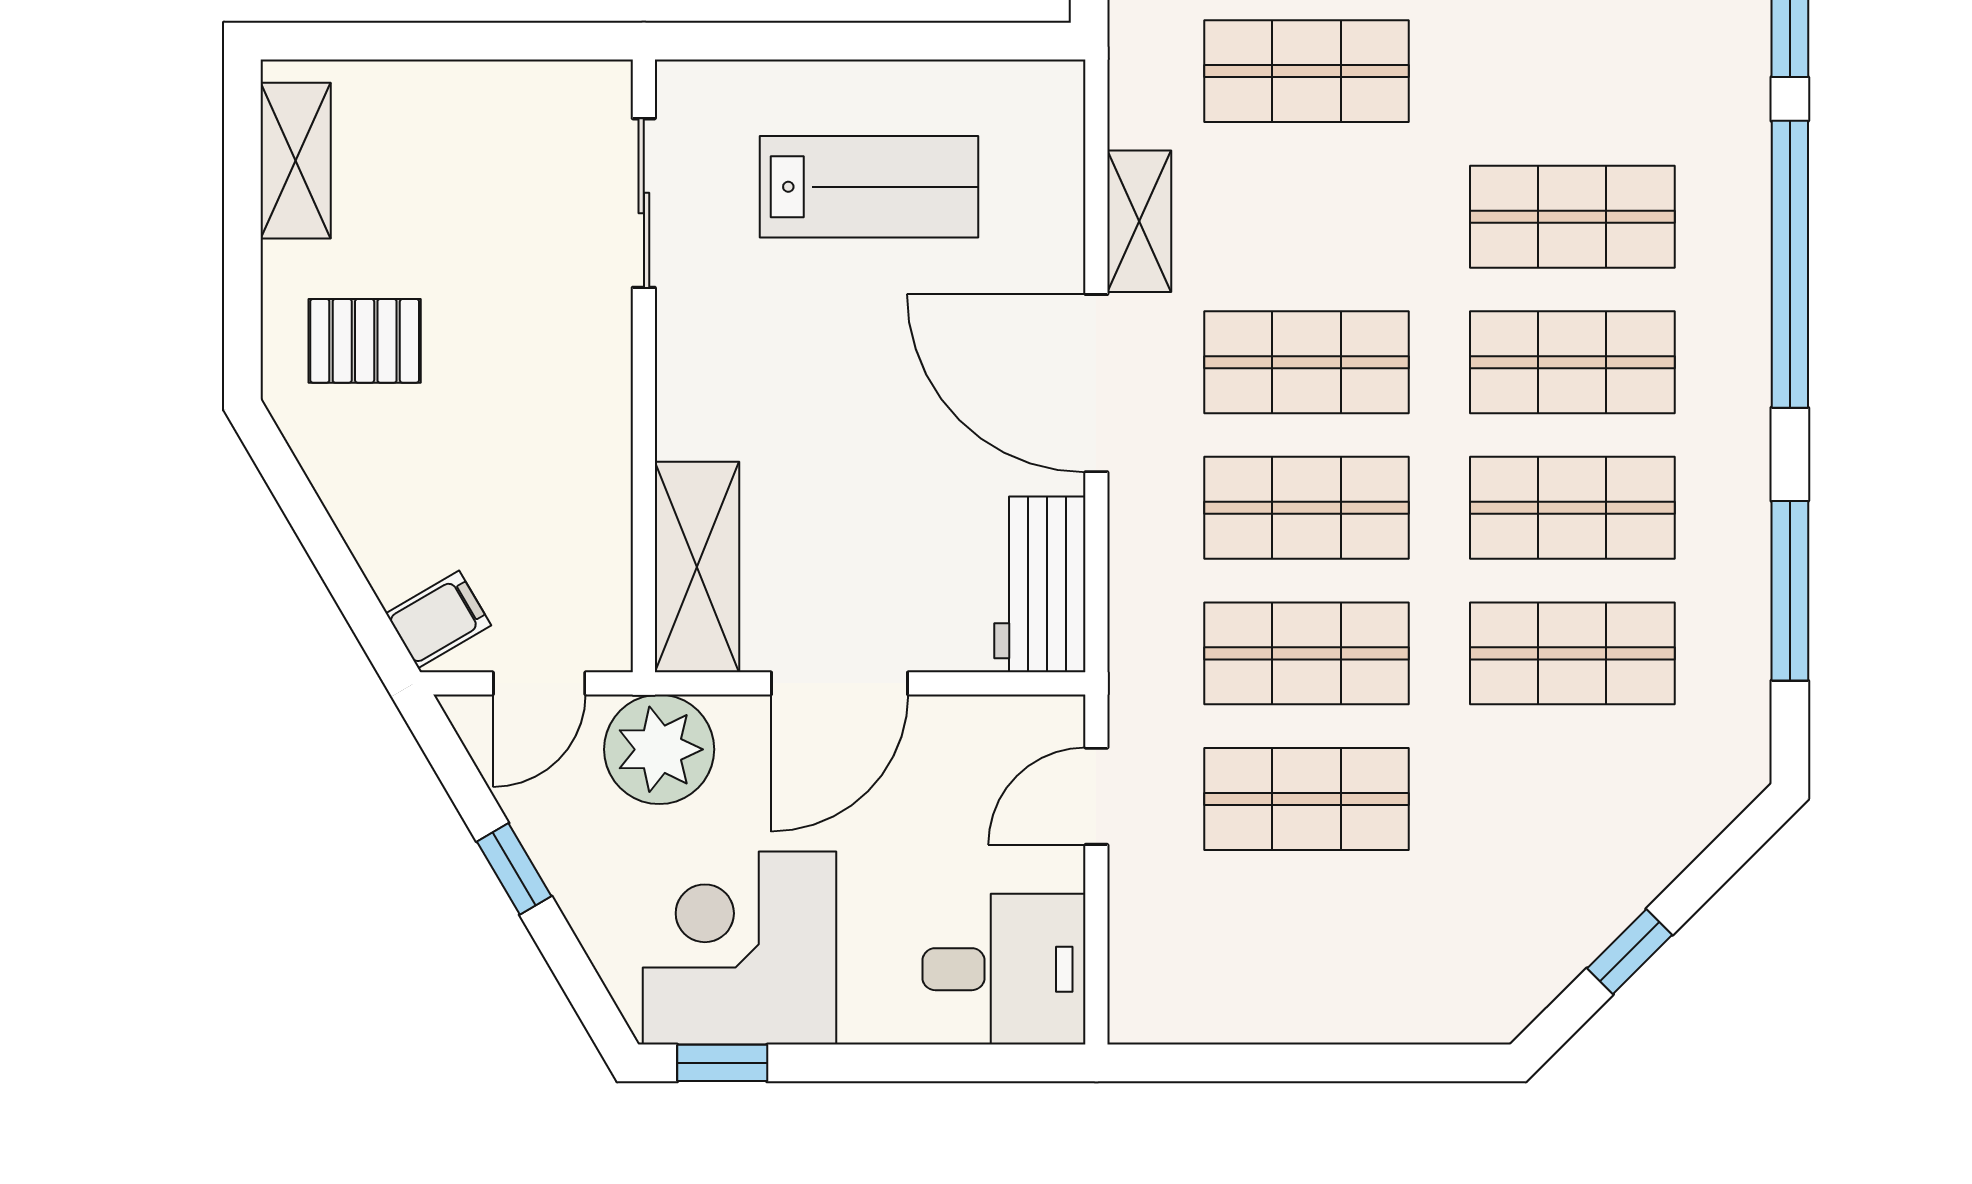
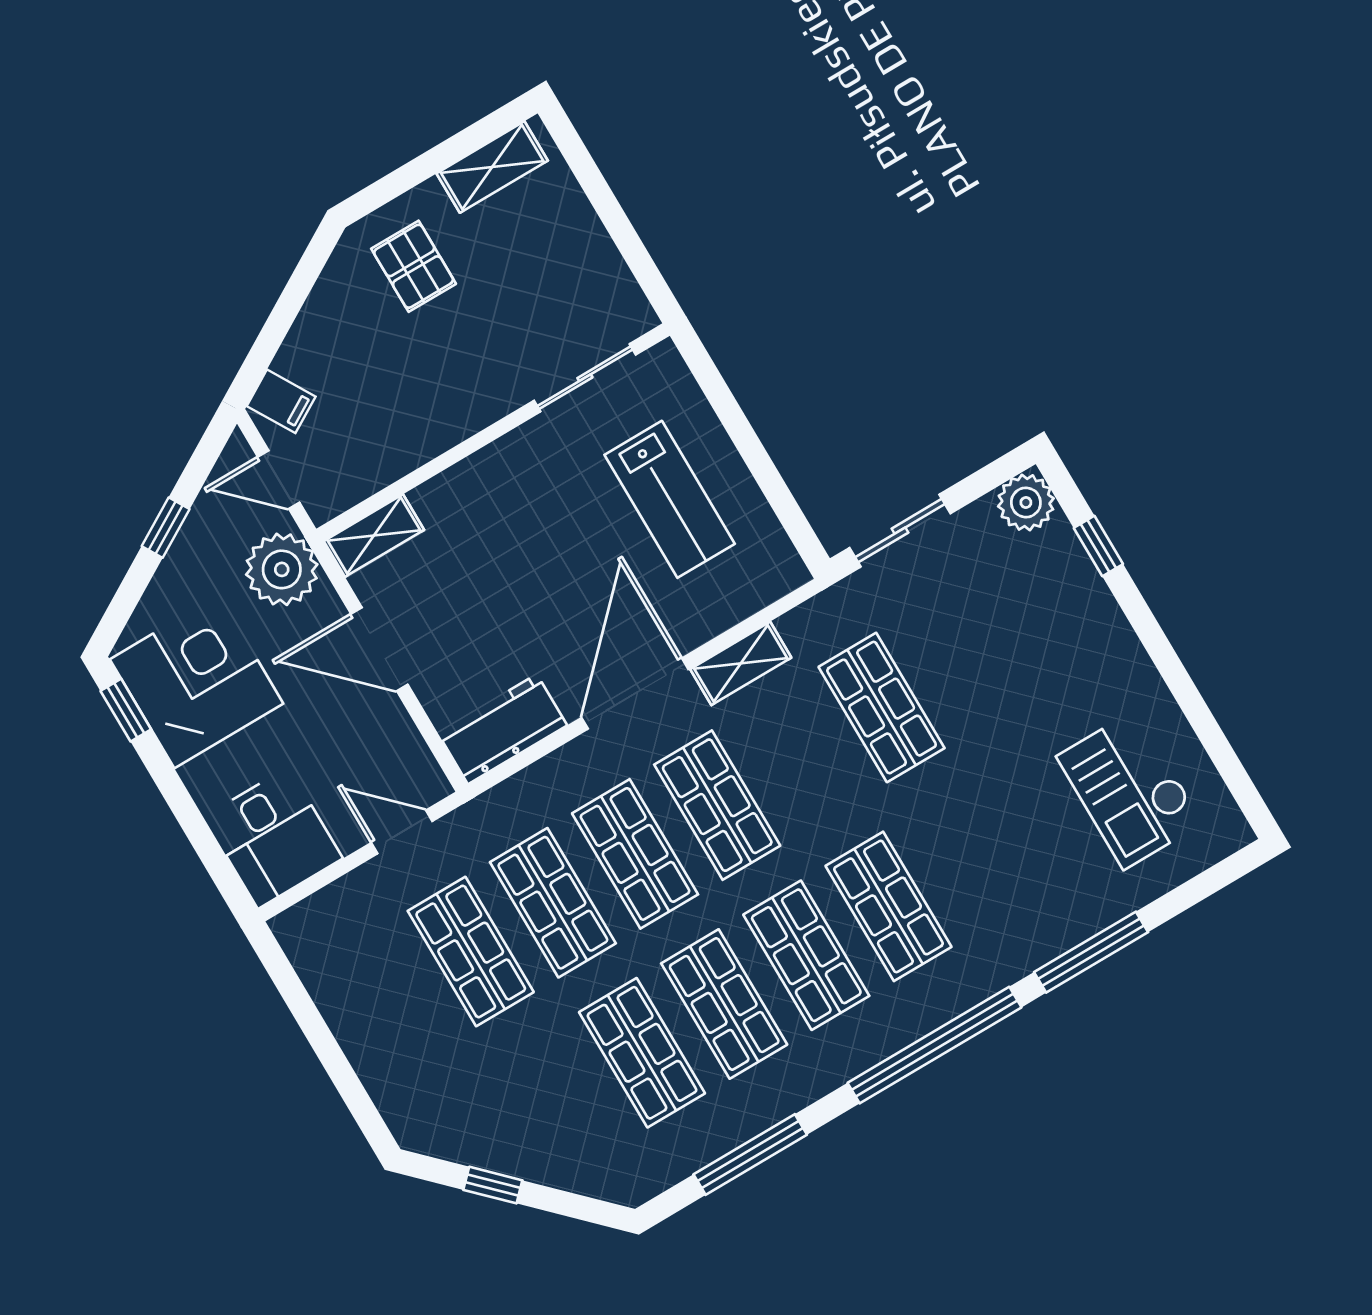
shelving: (697, 567) -> (374, 535), width x0.67, depth x0.75

